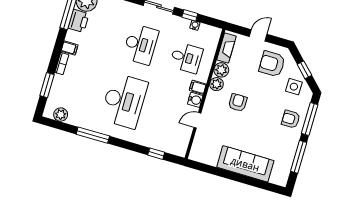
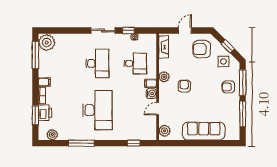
printer: (78, 21) -> (45, 113), moved
plant: (221, 70) -> (165, 131), moved

